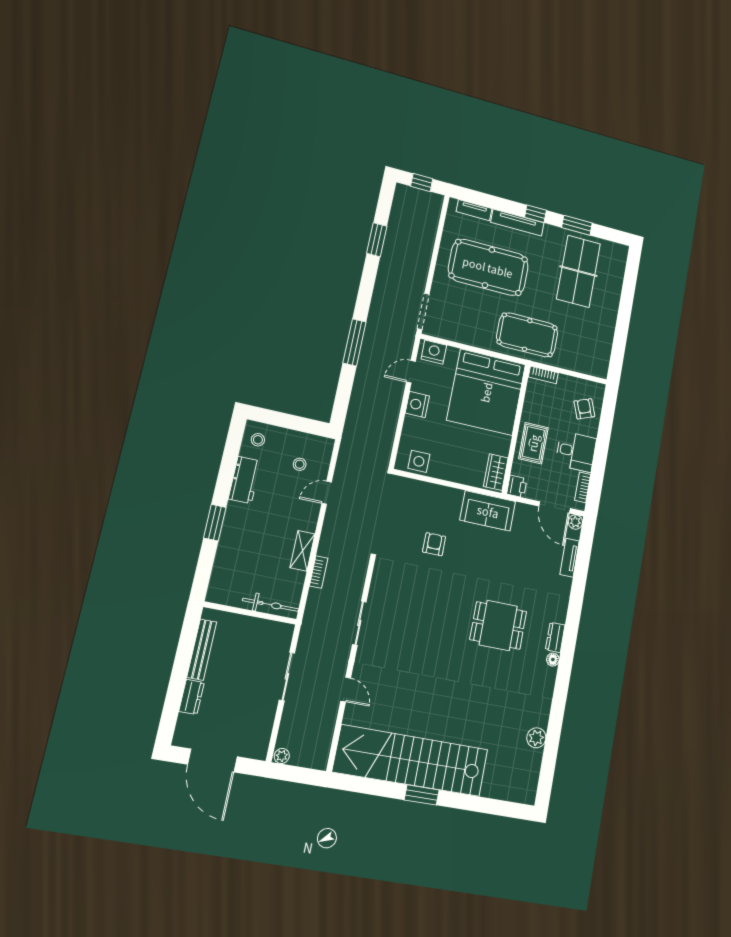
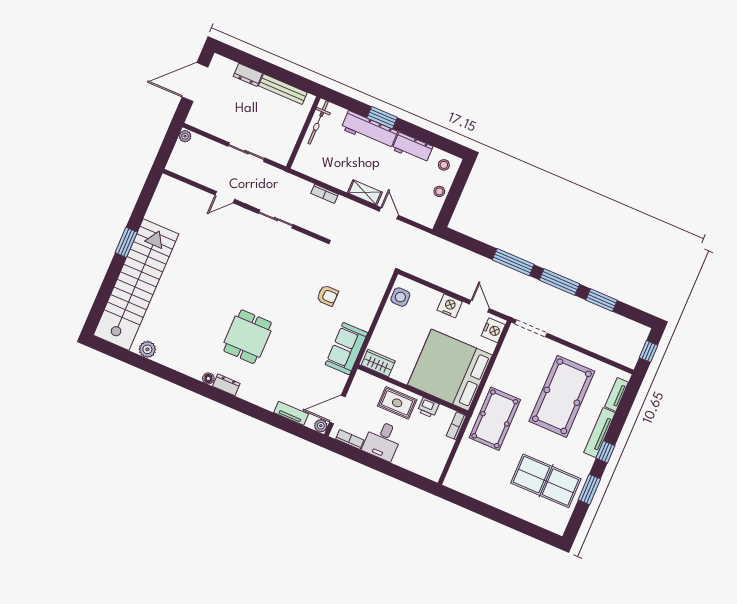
window: (366, 288) -> (559, 282), added
armchair: (584, 409) -> (419, 457), removed
stool: (300, 464) -> (439, 191), moved
printer: (517, 486) -> (428, 408), moved
workbench: (233, 535) -> (369, 130), added
shelving: (302, 551) -> (365, 192), moved
bicycle: (271, 605) -> (318, 122), moved
stairs: (411, 761) -> (136, 285), moved

